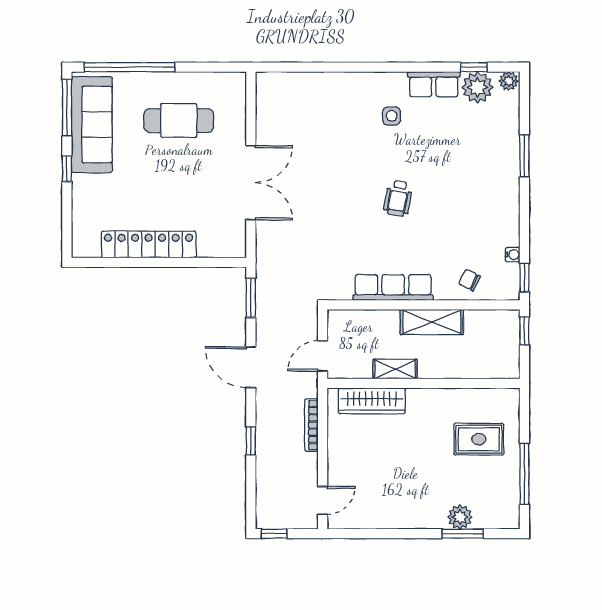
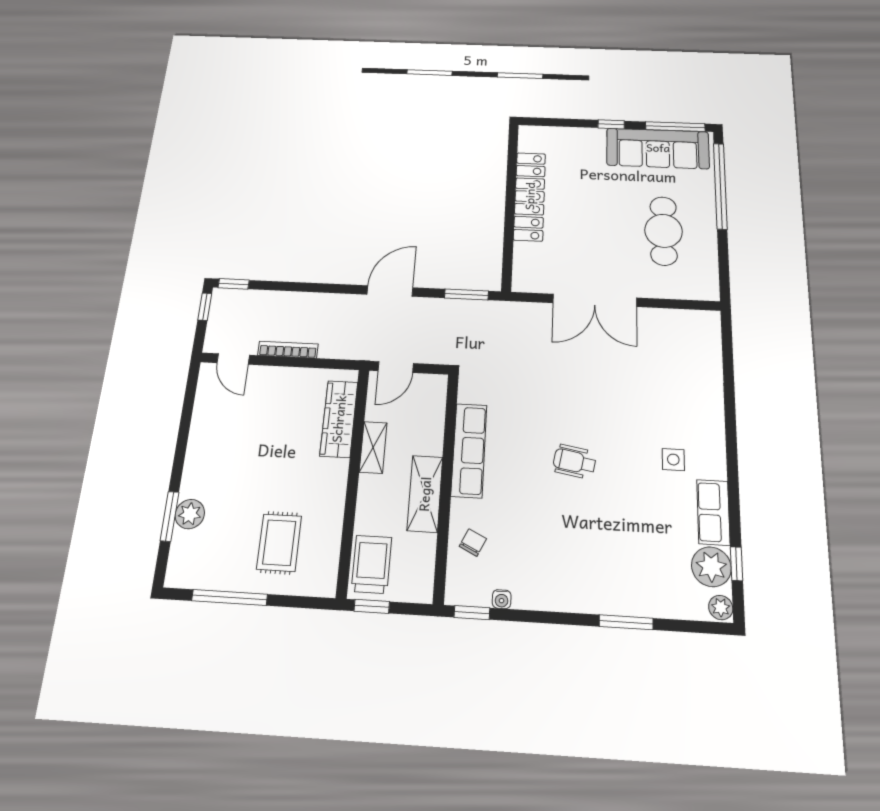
window: (524, 331) -> (372, 606), moved
door: (323, 356) -> (396, 367), swing flipped
trolley: (492, 361) -> (372, 564), added
bookcase: (311, 425) -> (288, 350), moved
window: (251, 441) -> (234, 284), moved

